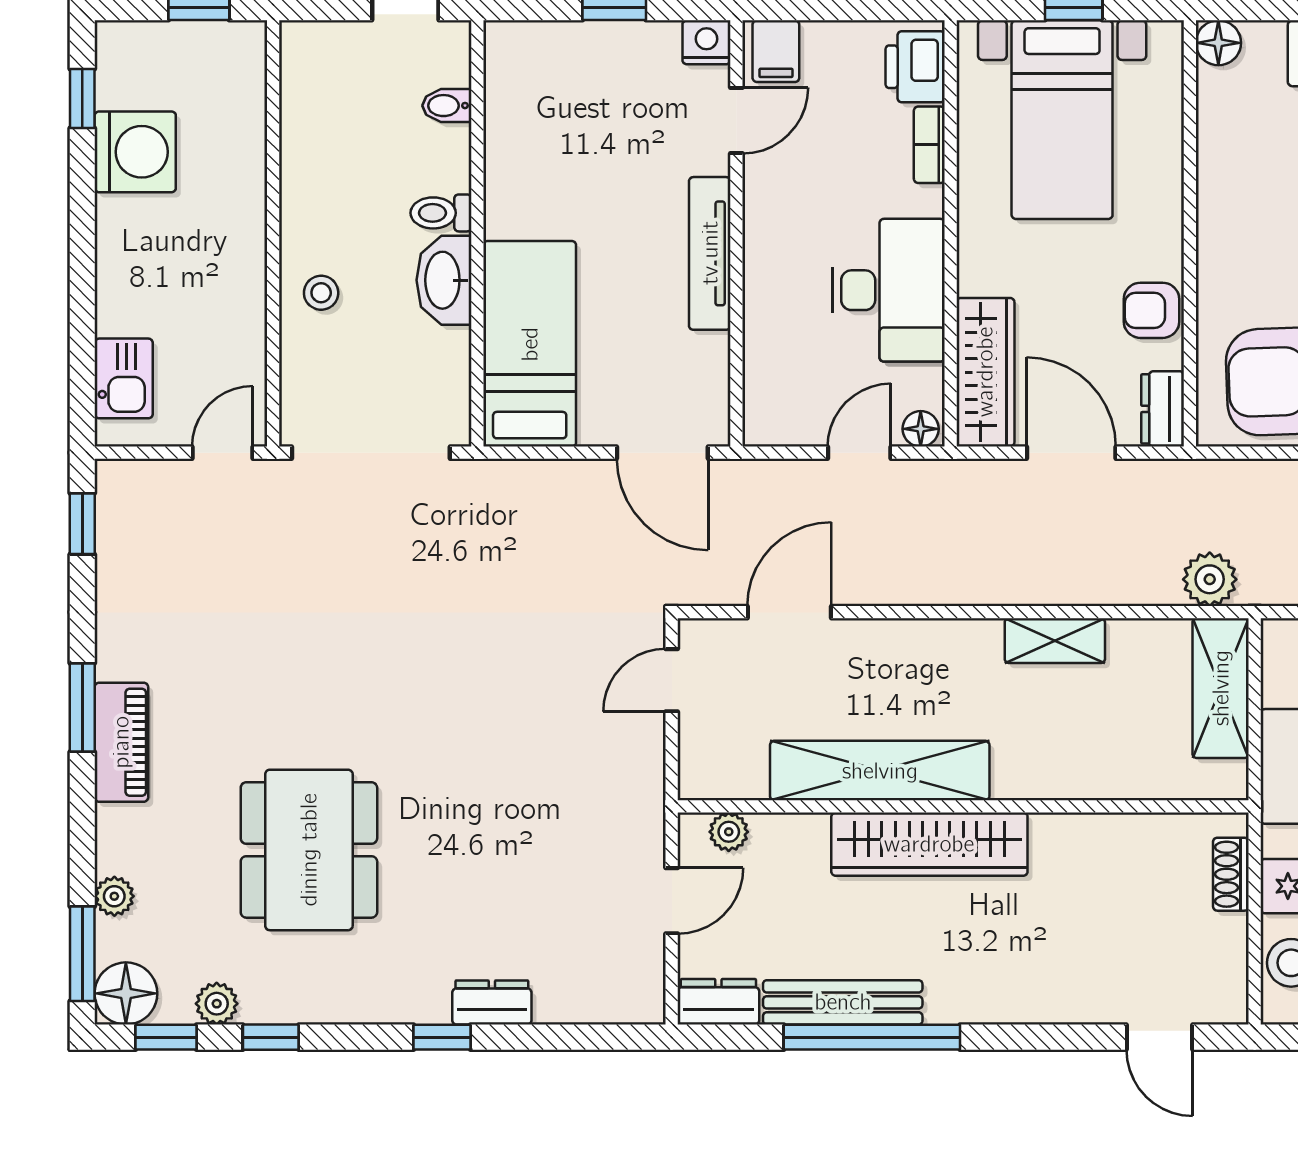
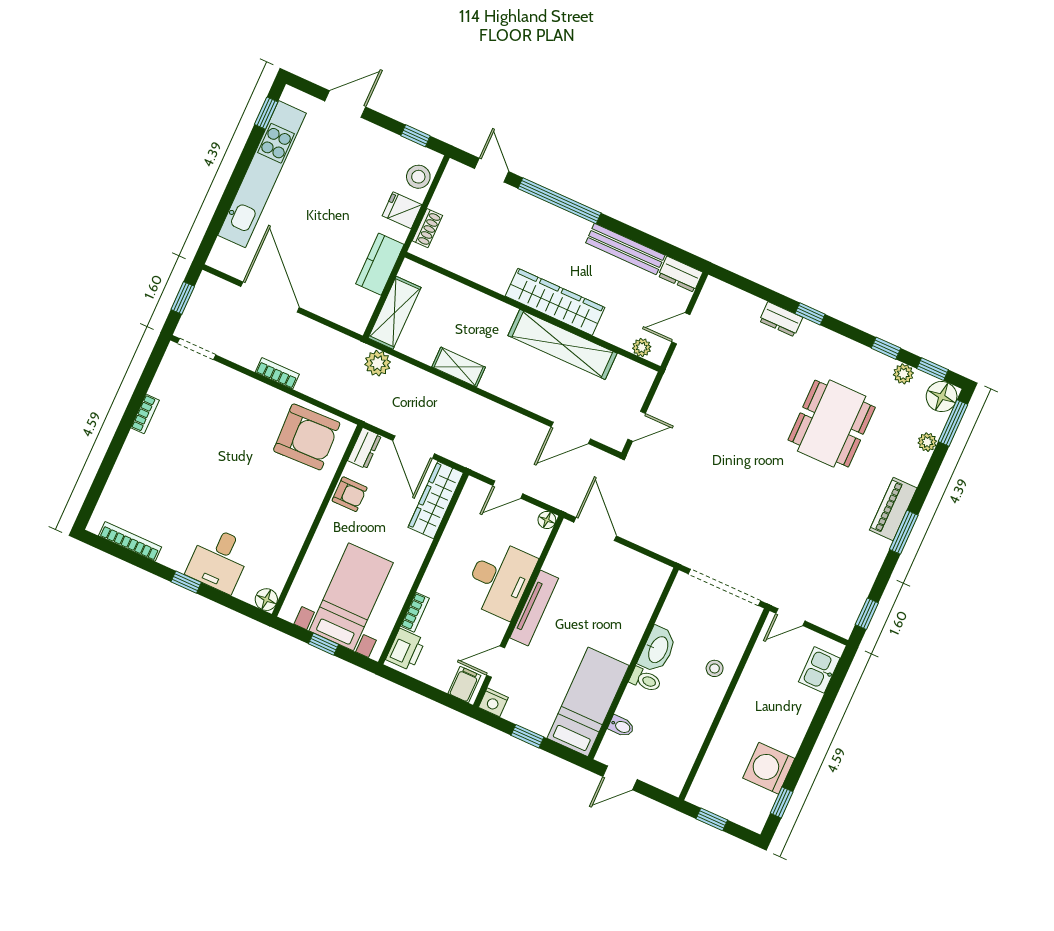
desk: (889, 290) -> (500, 579), moved, turned 180
bed: (530, 344) -> (588, 702), moved, turned 180
floor lamp: (921, 429) -> (547, 520), moved
window: (872, 1037) -> (560, 201), moved

